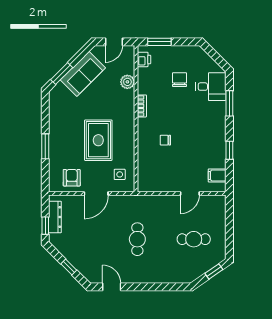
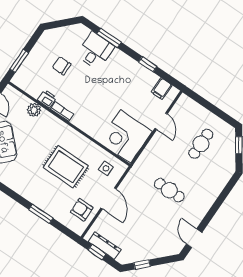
printer: (144, 59) -> (47, 99), moved
desk: (211, 87) -> (95, 51), moved
chair: (165, 140) -> (103, 111), removed
corner desk: (157, 173) -> (126, 136), added
window: (45, 226) -> (97, 252), moved
window: (69, 267) -> (142, 264), moved
door: (112, 287) -> (194, 238), hinge flipped

